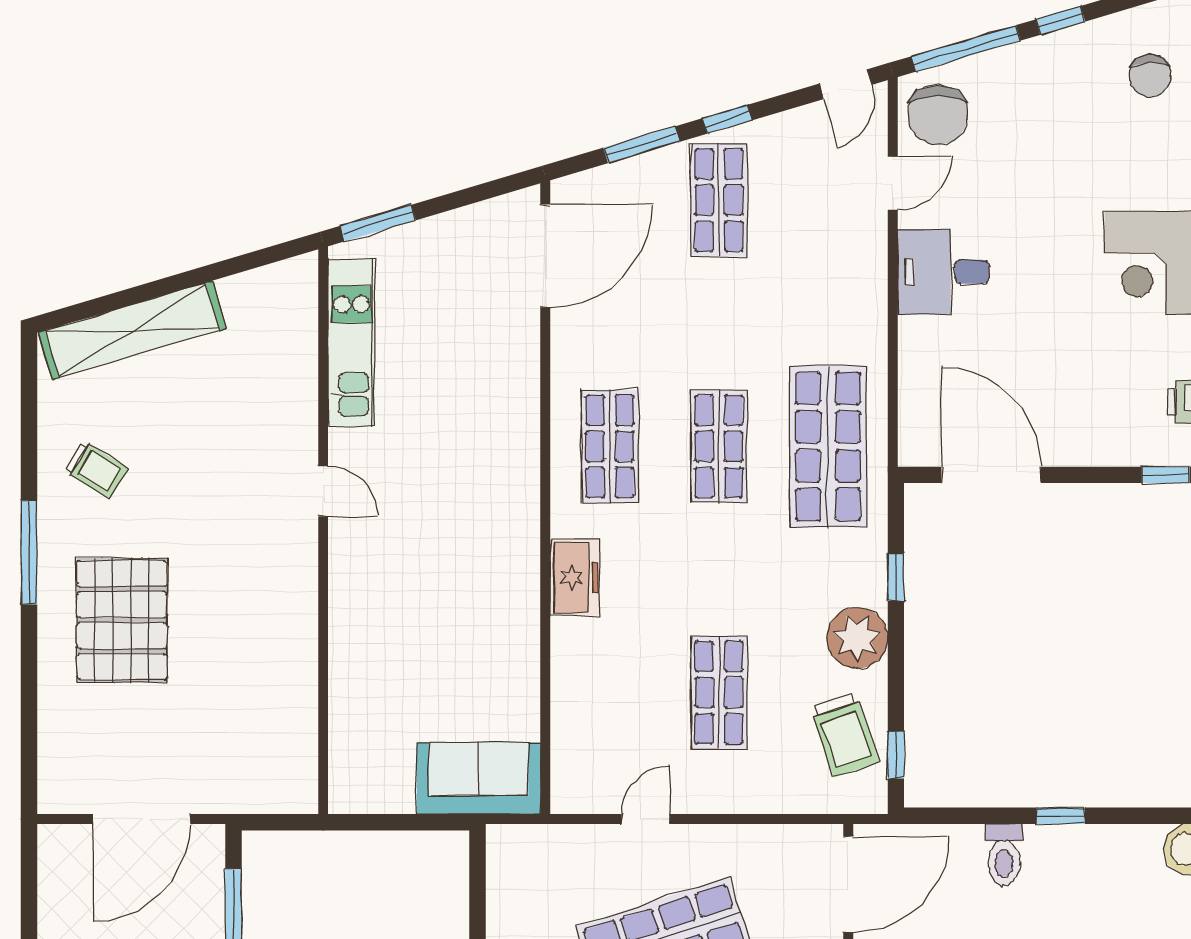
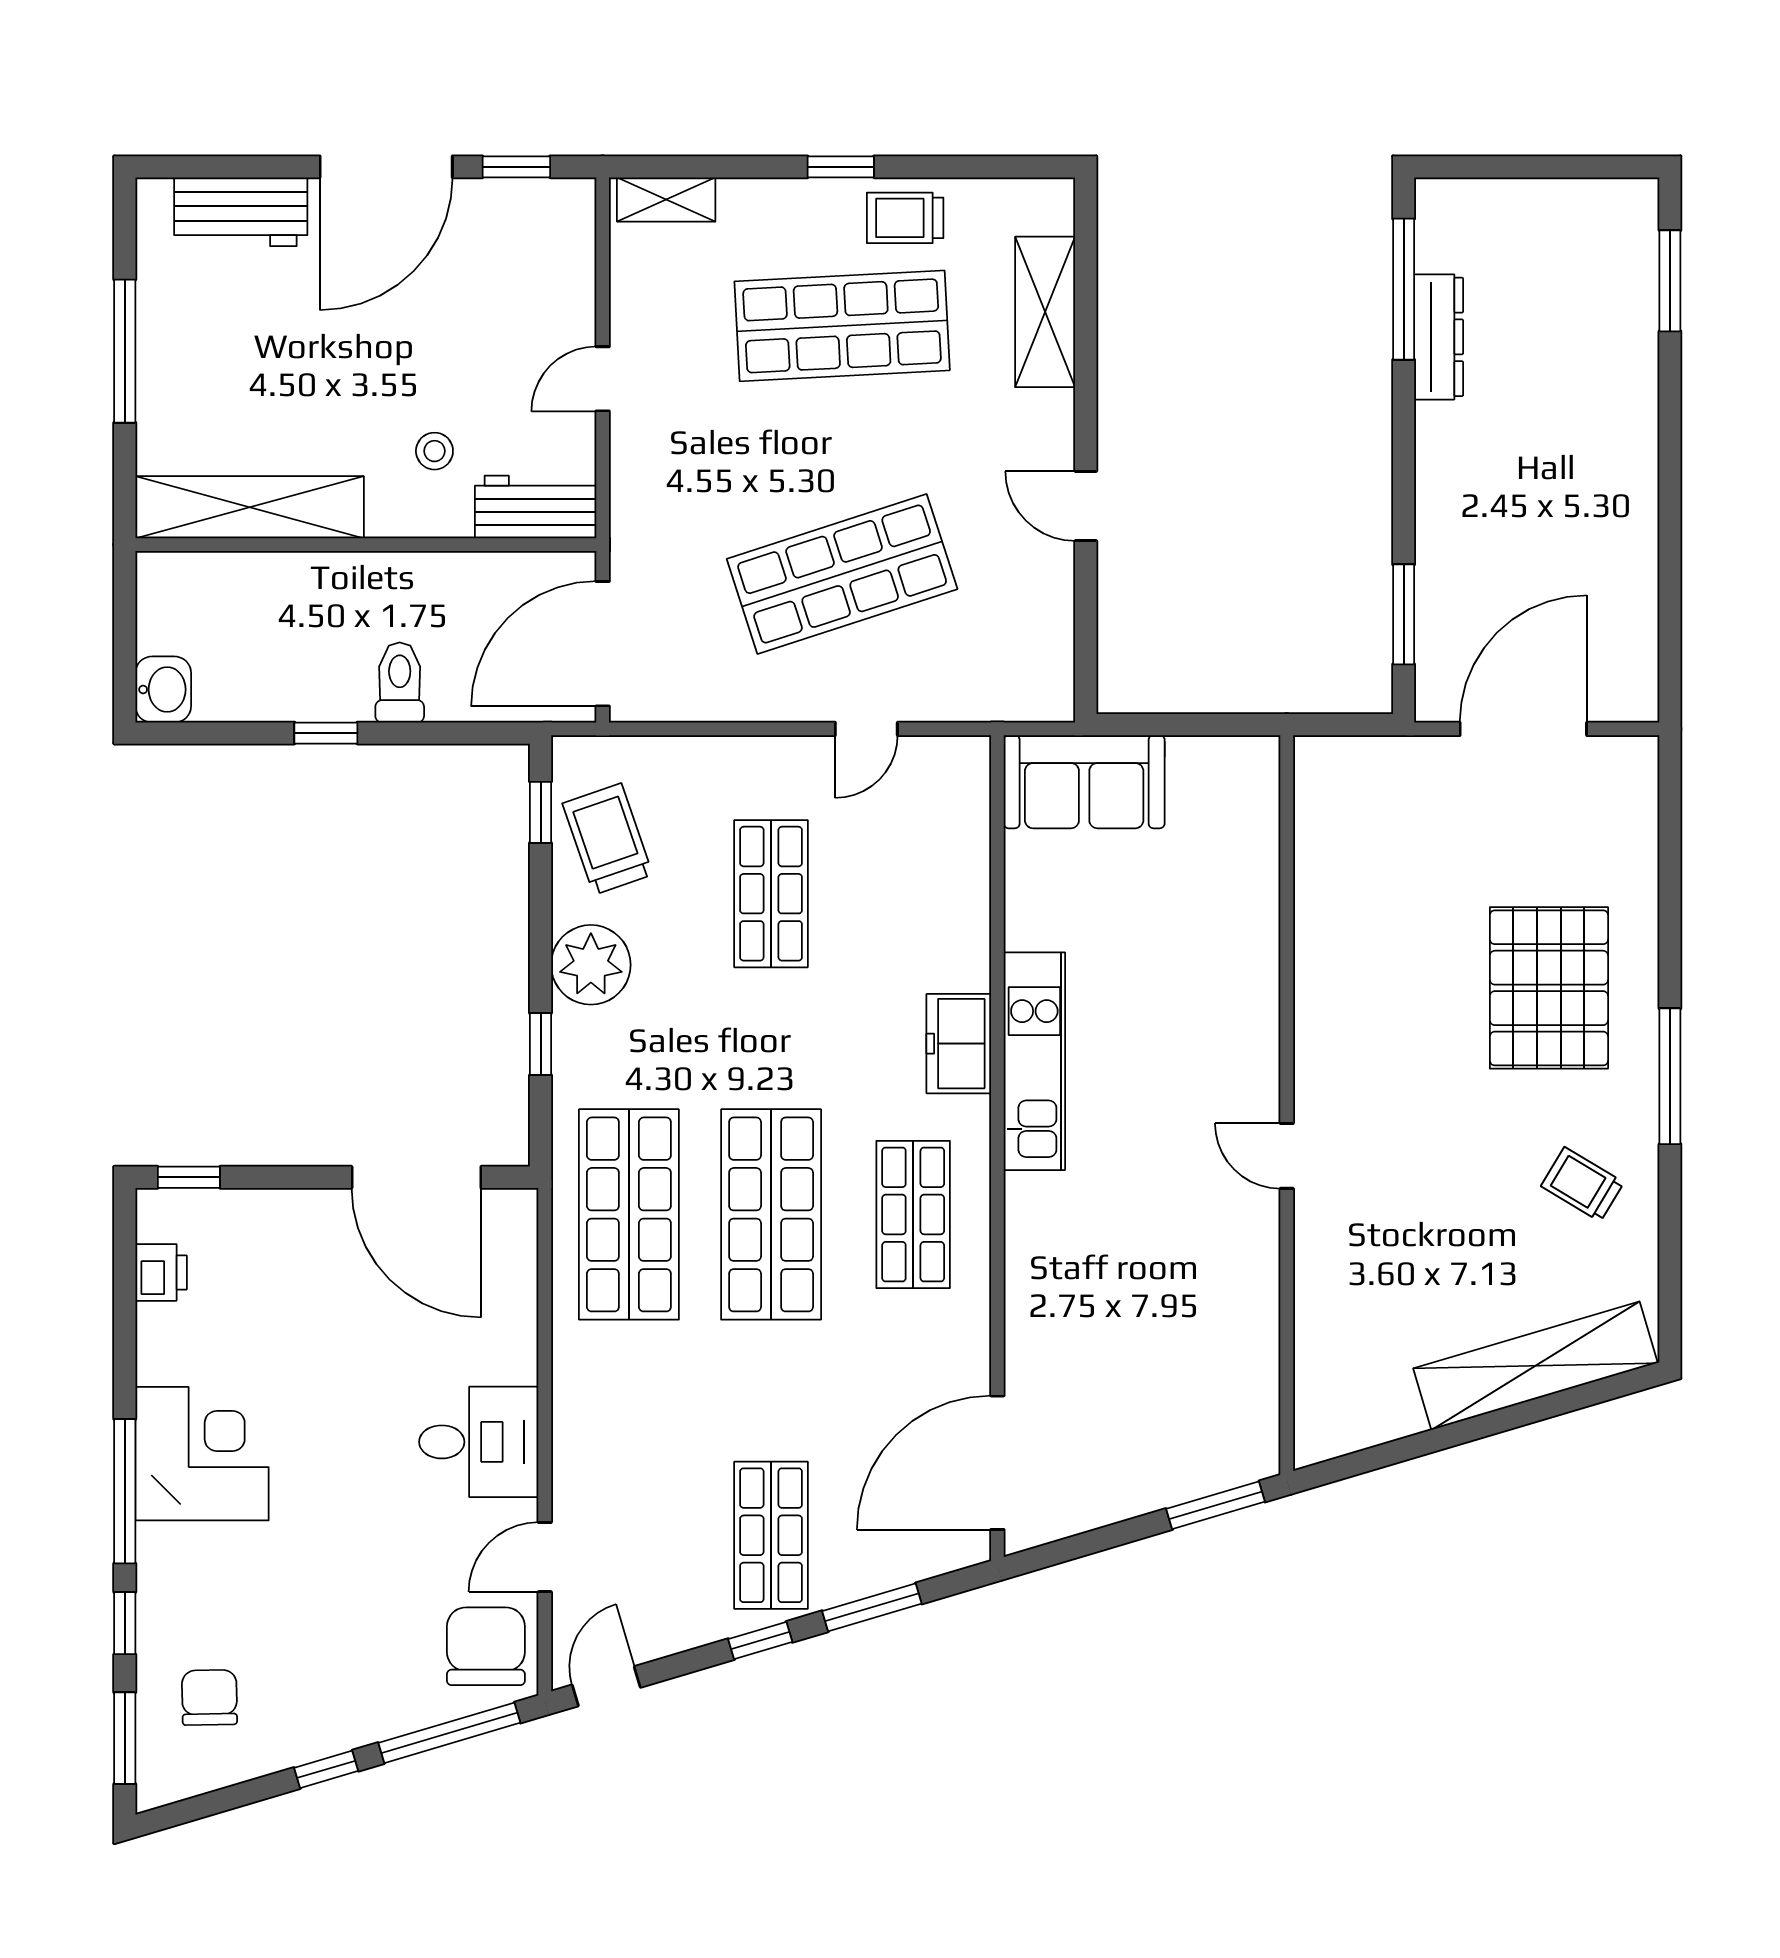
kitchen unit: (352, 343) -> (1034, 1061), moved, turned 180
shop shelf: (719, 446) -> (771, 1214), width x1.43, depth x1.36

